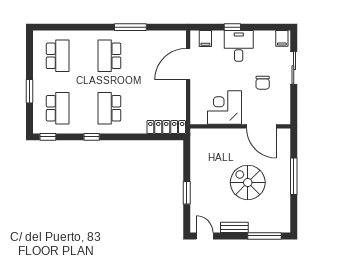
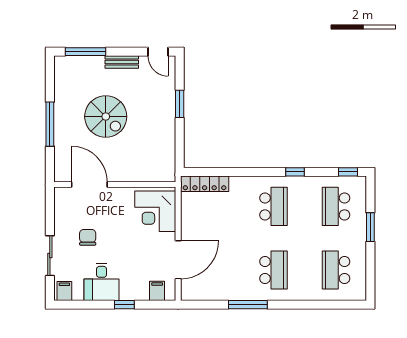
desk: (239, 46) -> (102, 282), moved
corner desk: (224, 107) -> (155, 211), moved, turned 90

